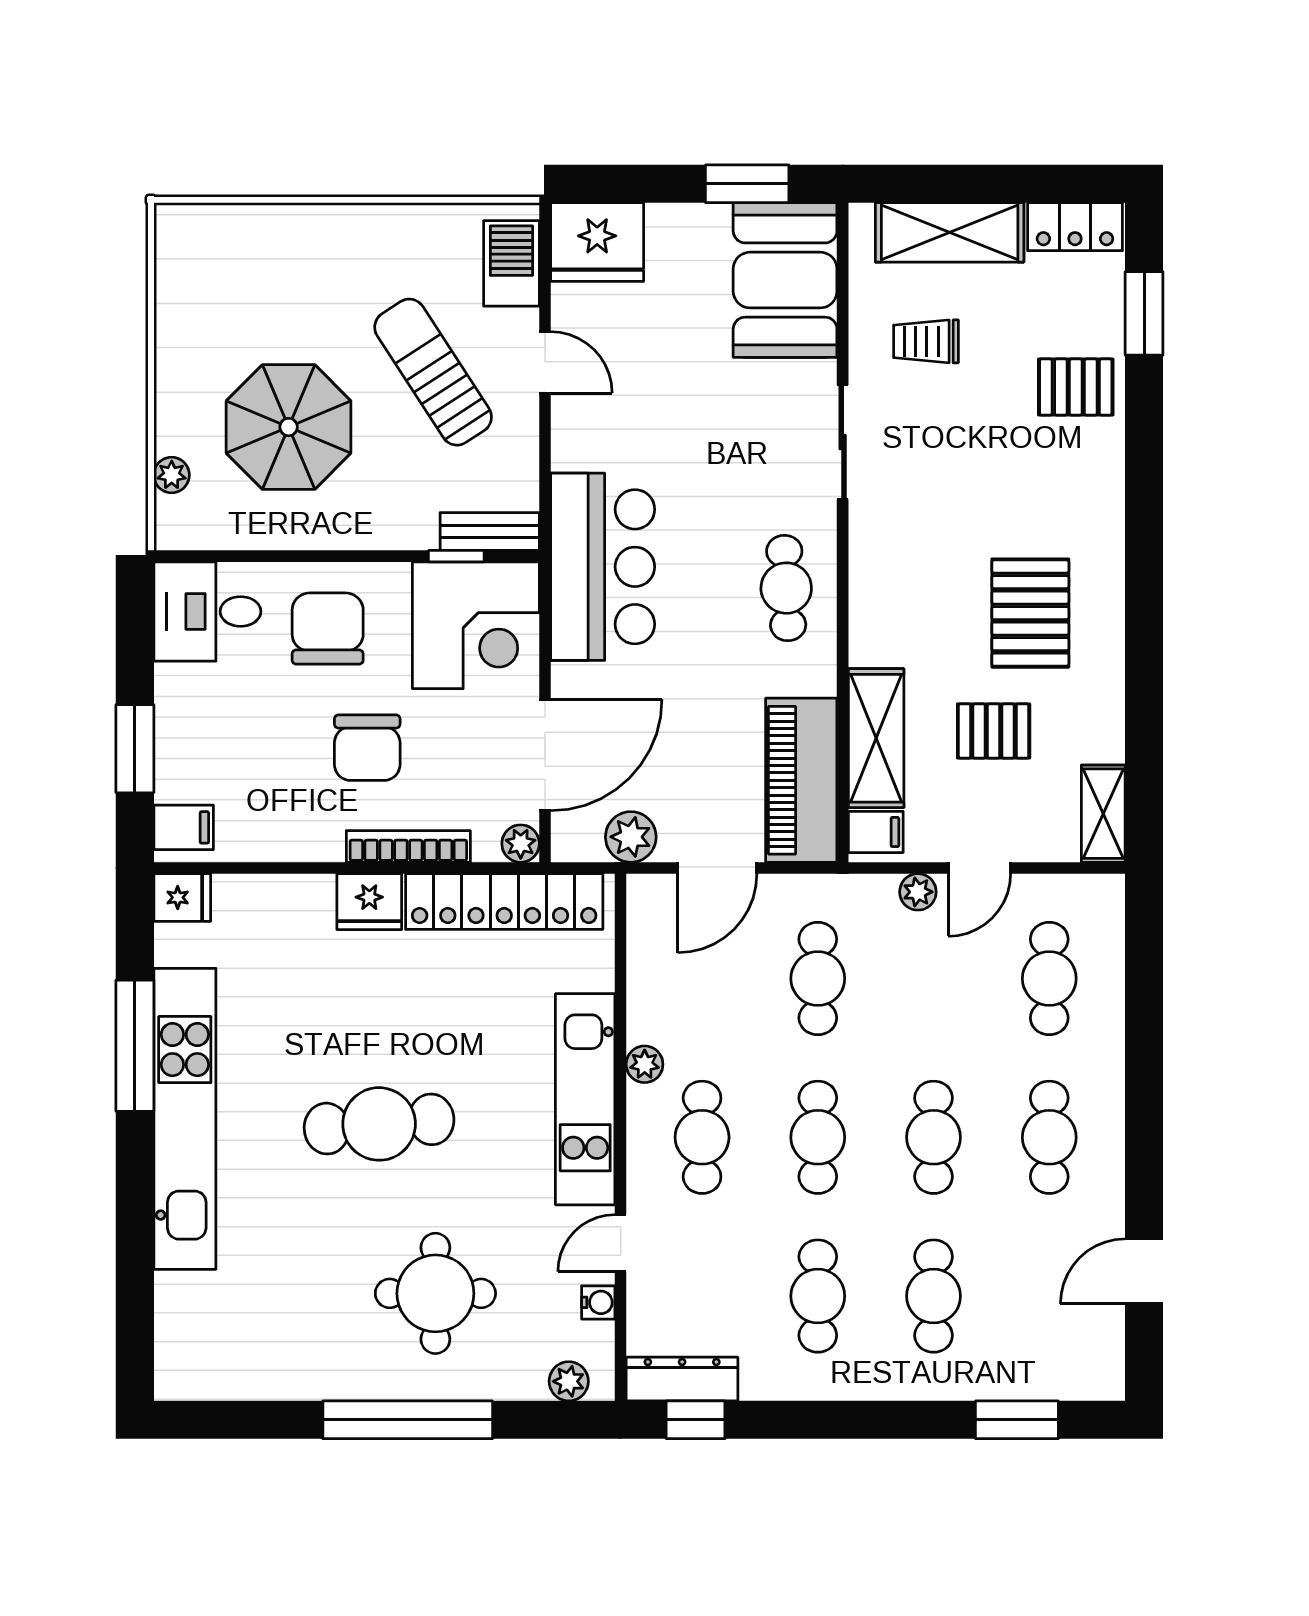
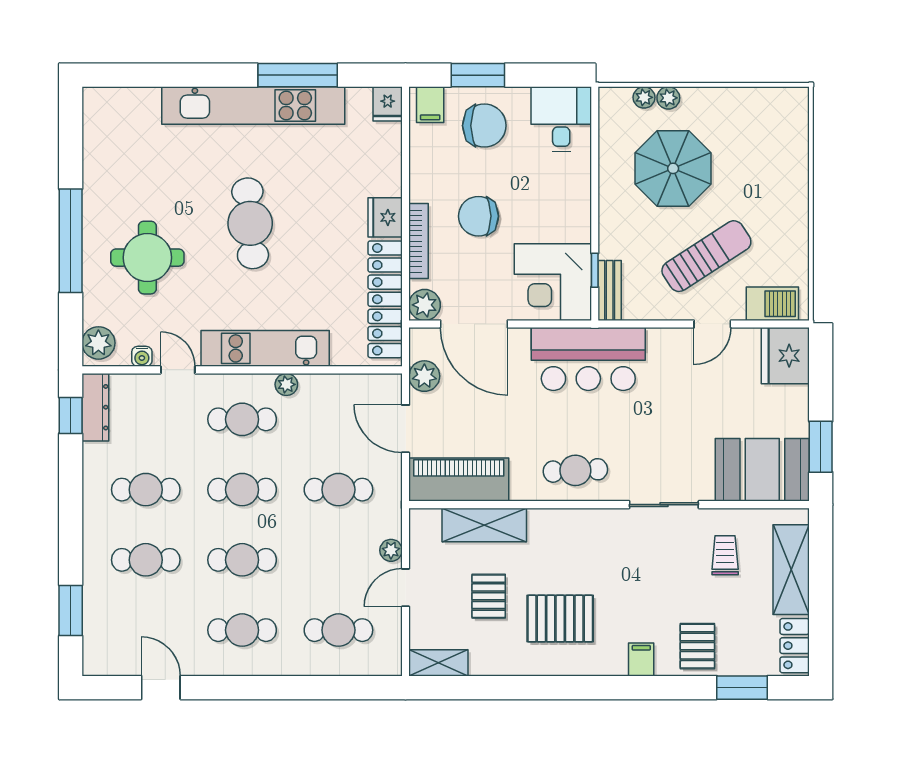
plant: (172, 435) -> (668, 98), added
chair: (328, 629) -> (484, 126), moved
filing cabinet: (876, 832) -> (641, 659), moved, turned 180
plant: (521, 844) -> (425, 305), width x1.38, depth x1.38
door: (979, 868) -> (406, 588), hinge flipped
plant: (569, 1381) -> (98, 343), width x1.38, depth x1.38

